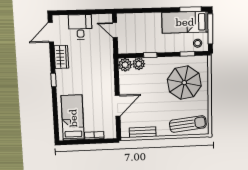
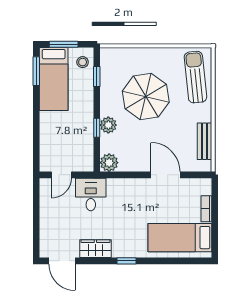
desk: (80, 27) -> (91, 194), moved, turned 90
window: (210, 29) -> (64, 44), width x0.69
plant: (139, 64) -> (108, 125), moved
parasol: (184, 83) -> (146, 97), moved

